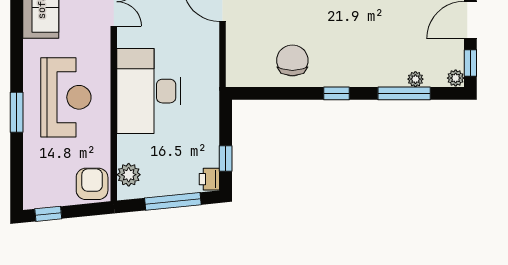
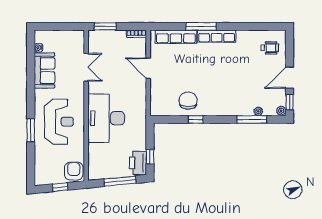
window: (337, 93) -> (196, 119), moved
plant: (129, 175) -> (95, 166), removed
printer: (209, 179) -> (138, 163), width x1.87, depth x1.48
window: (48, 214) -> (60, 187), moved

